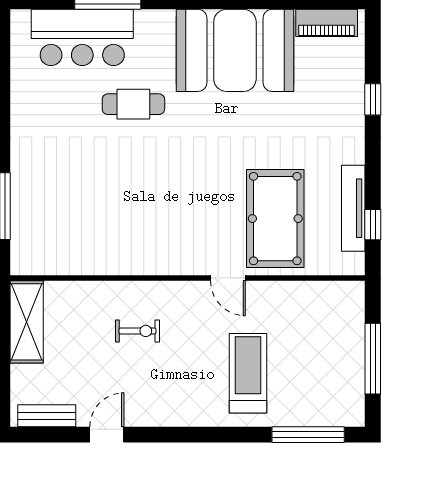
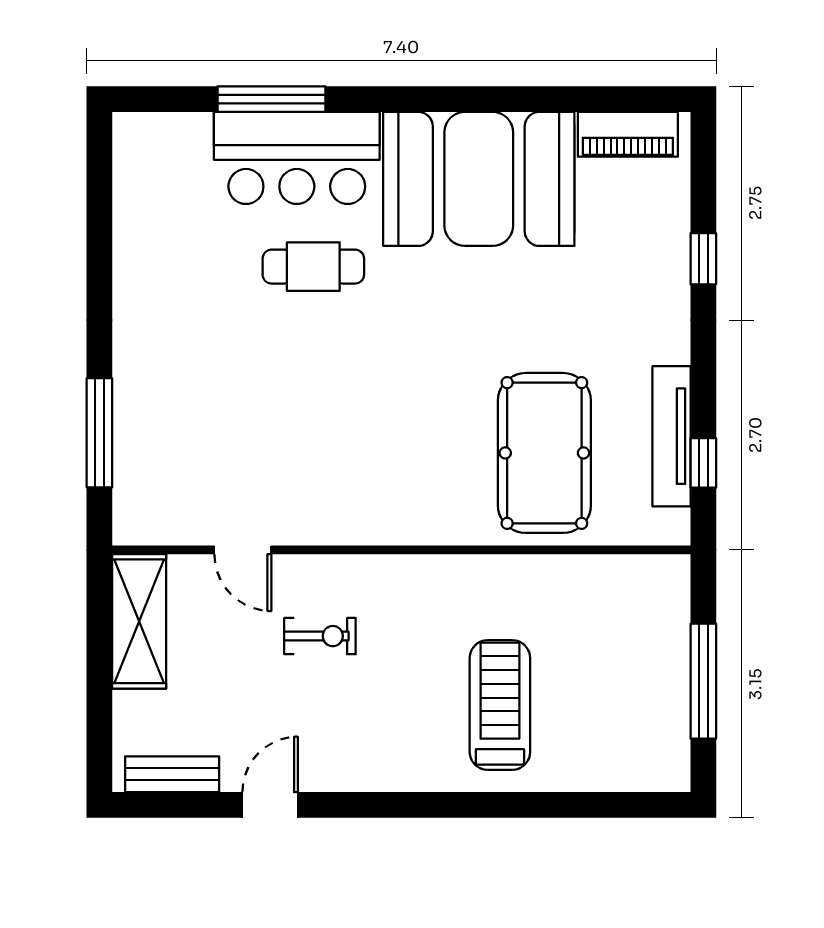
bar counter: (82, 37) -> (297, 158), moved
door: (228, 278) -> (243, 550), moved
window: (308, 435) -> (598, 805), removed

